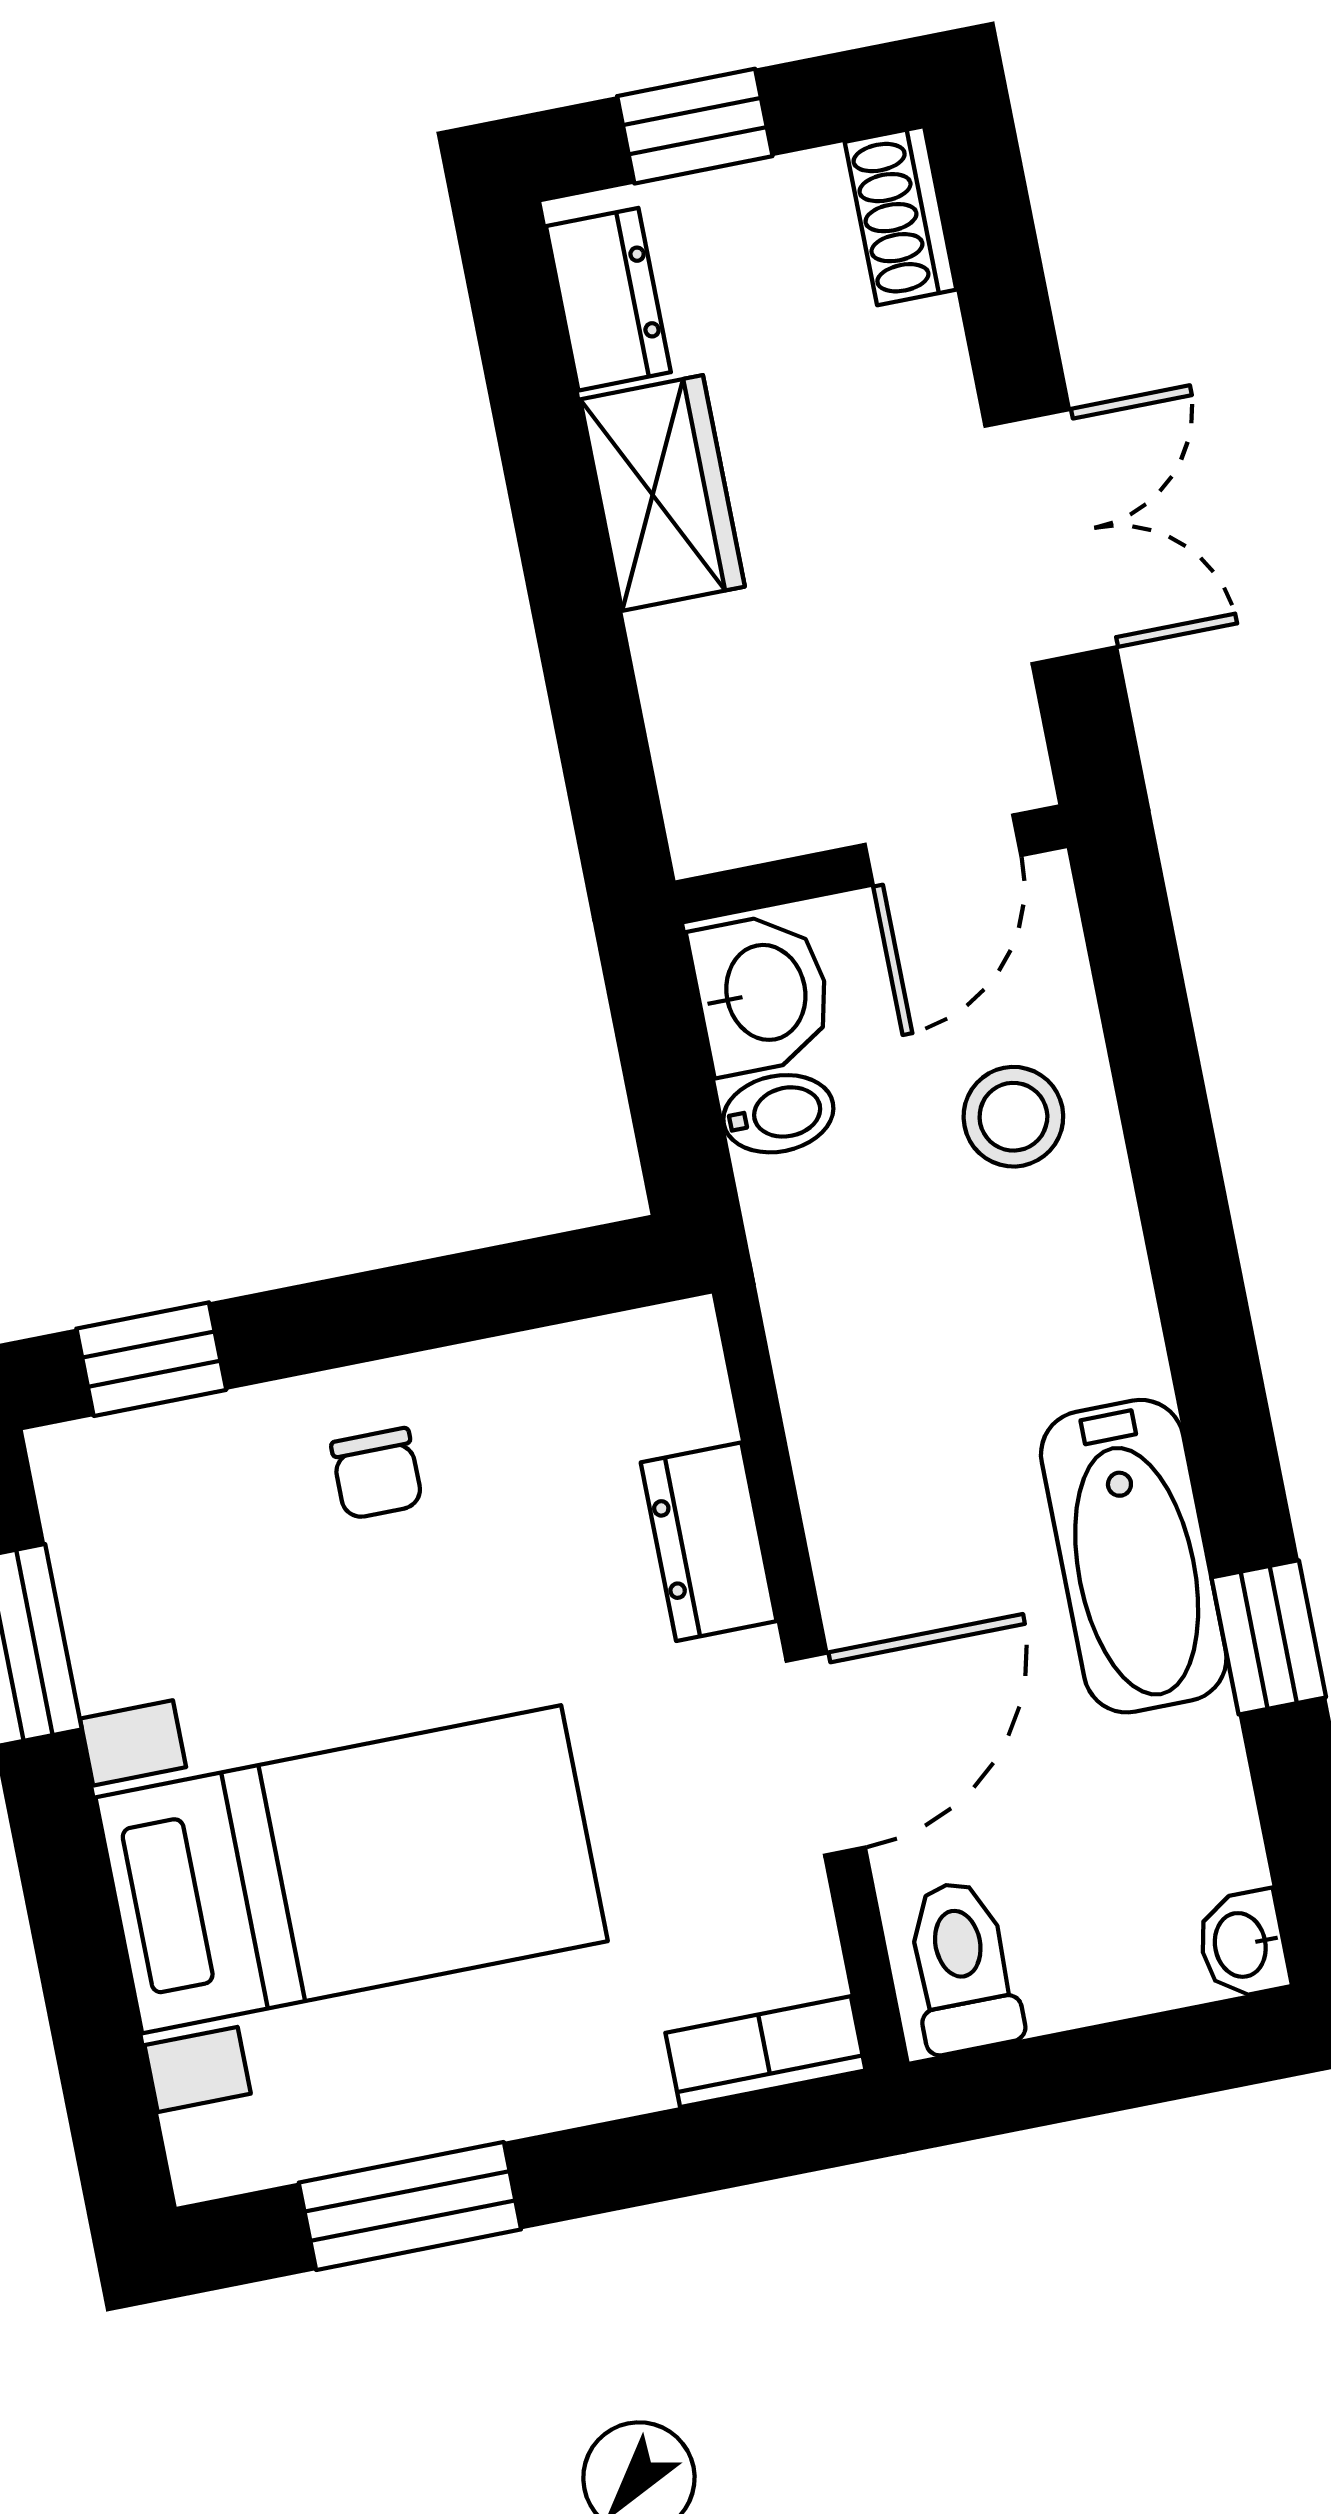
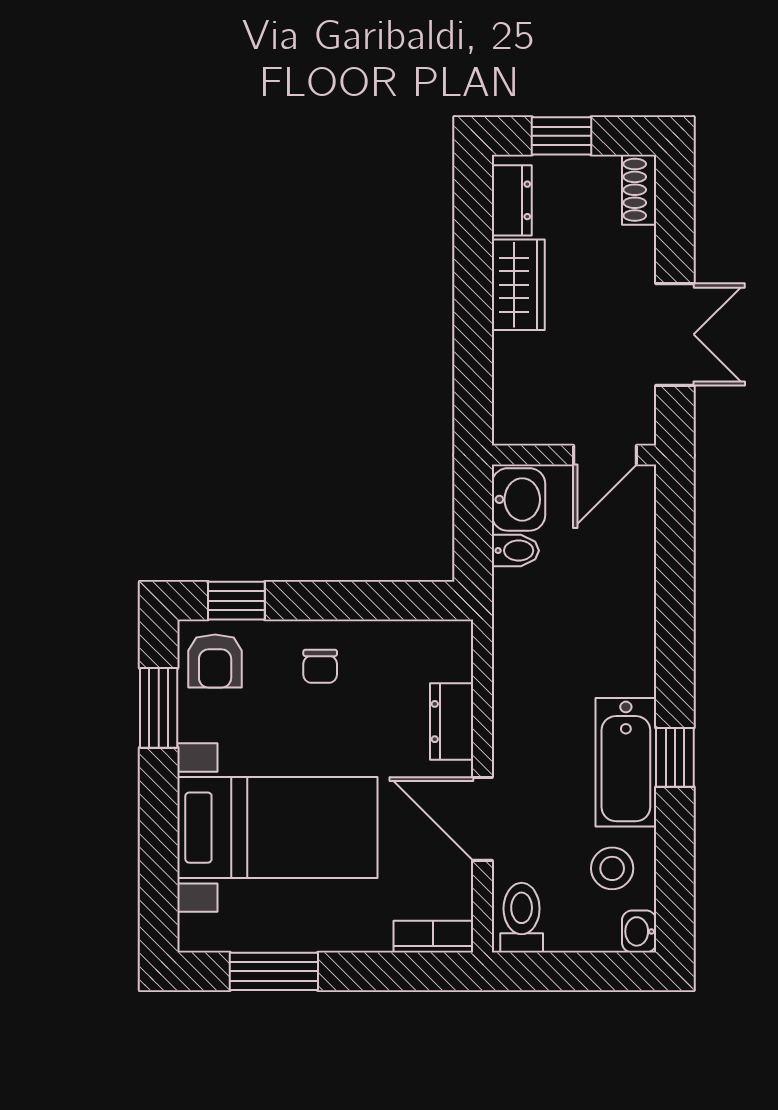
stool: (1013, 1117) -> (612, 868), moved
armchair: (129, 1510) -> (215, 661), added
window: (1269, 1637) -> (675, 757), moved
door: (826, 1754) -> (483, 819), swing flipped

